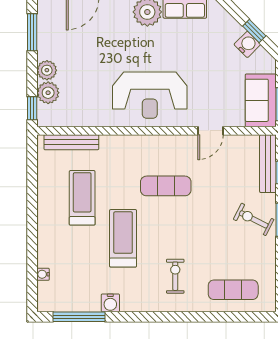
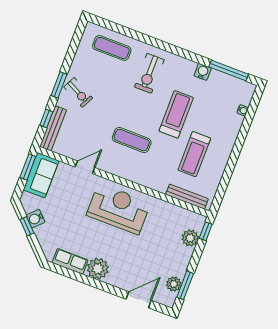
plant: (47, 70) -> (174, 284), moved
treadmill: (123, 238) -> (176, 114), turned 180
exercise bike: (175, 276) -> (149, 73), width x1.38, depth x1.39

